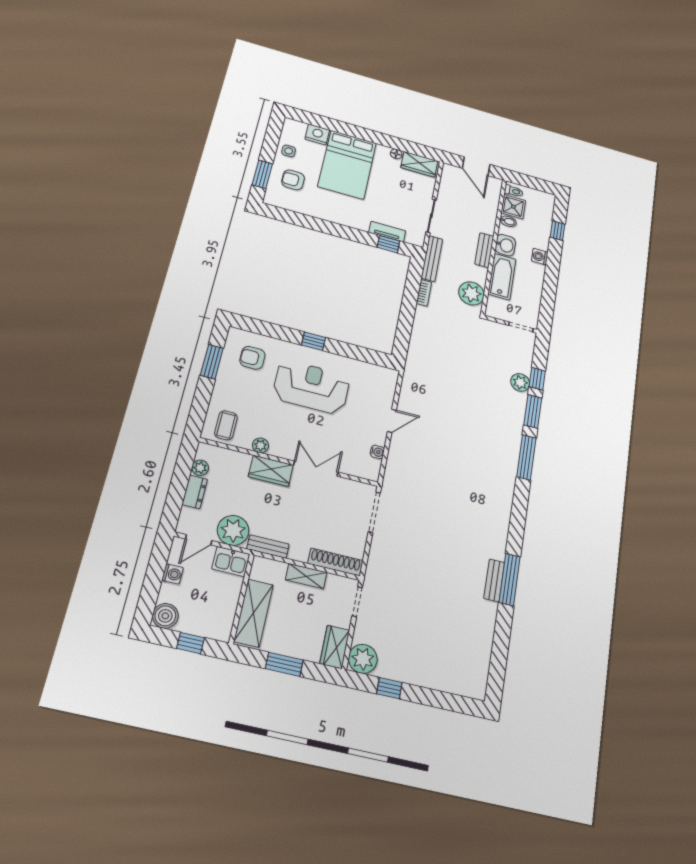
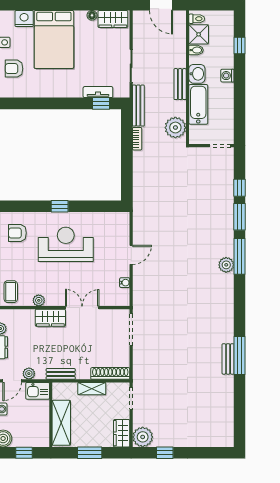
plant: (520, 382) -> (226, 265), moved
plant: (233, 530) -> (29, 374), width x0.53, depth x0.53

